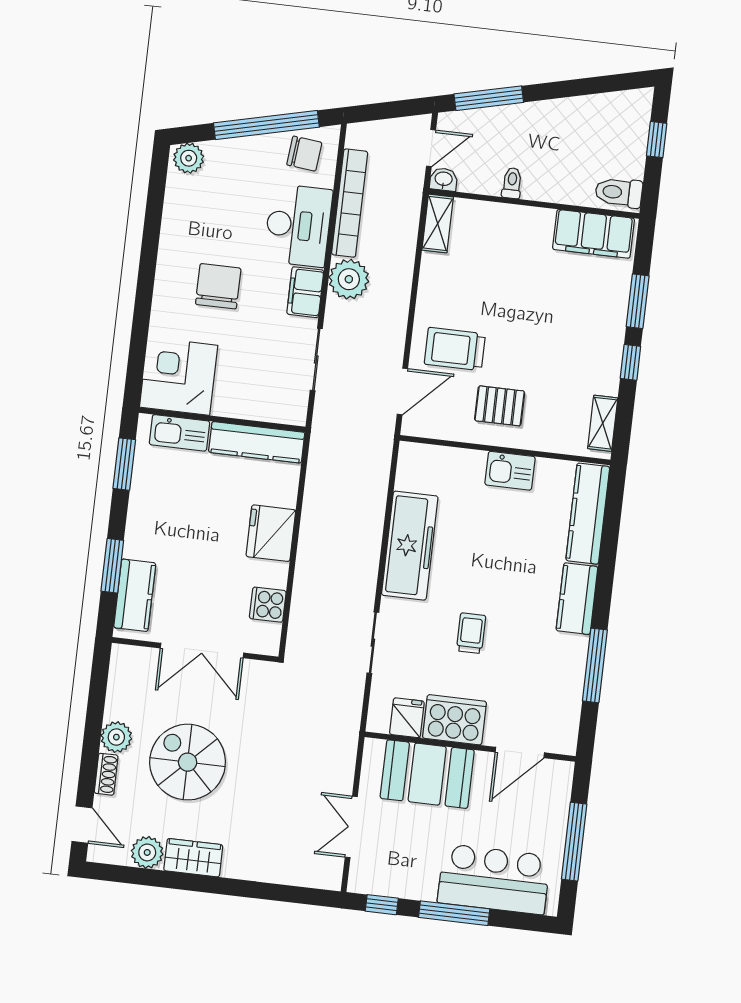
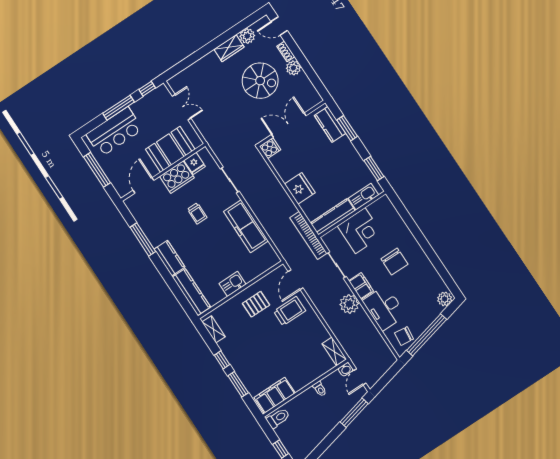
bookcase: (350, 203) -> (308, 235), moved
corner desk: (179, 376) -> (360, 231), moved
cooker: (268, 605) -> (270, 148), moved

